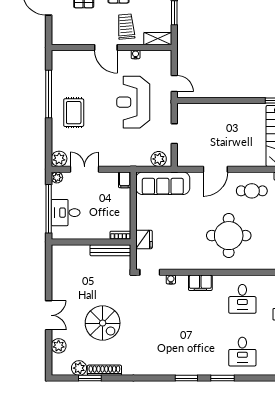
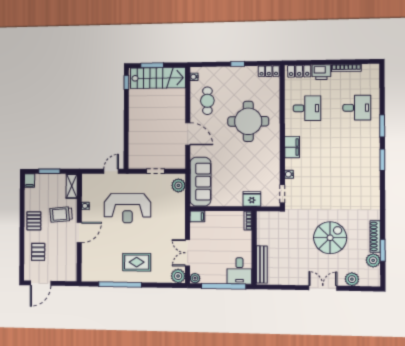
desk: (66, 213) -> (239, 271), moved
bench: (110, 250) -> (262, 264), moved

